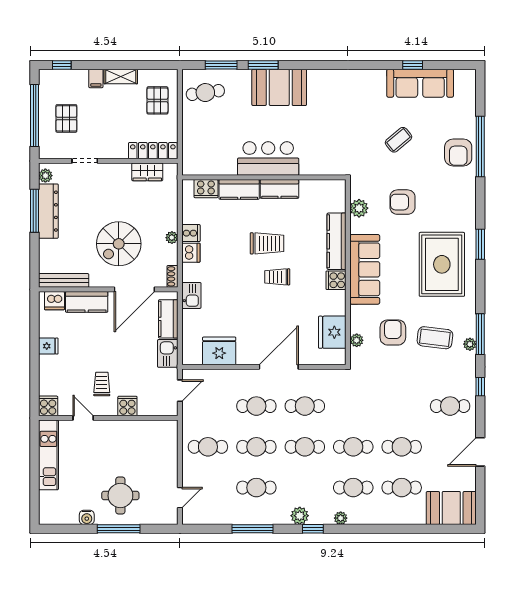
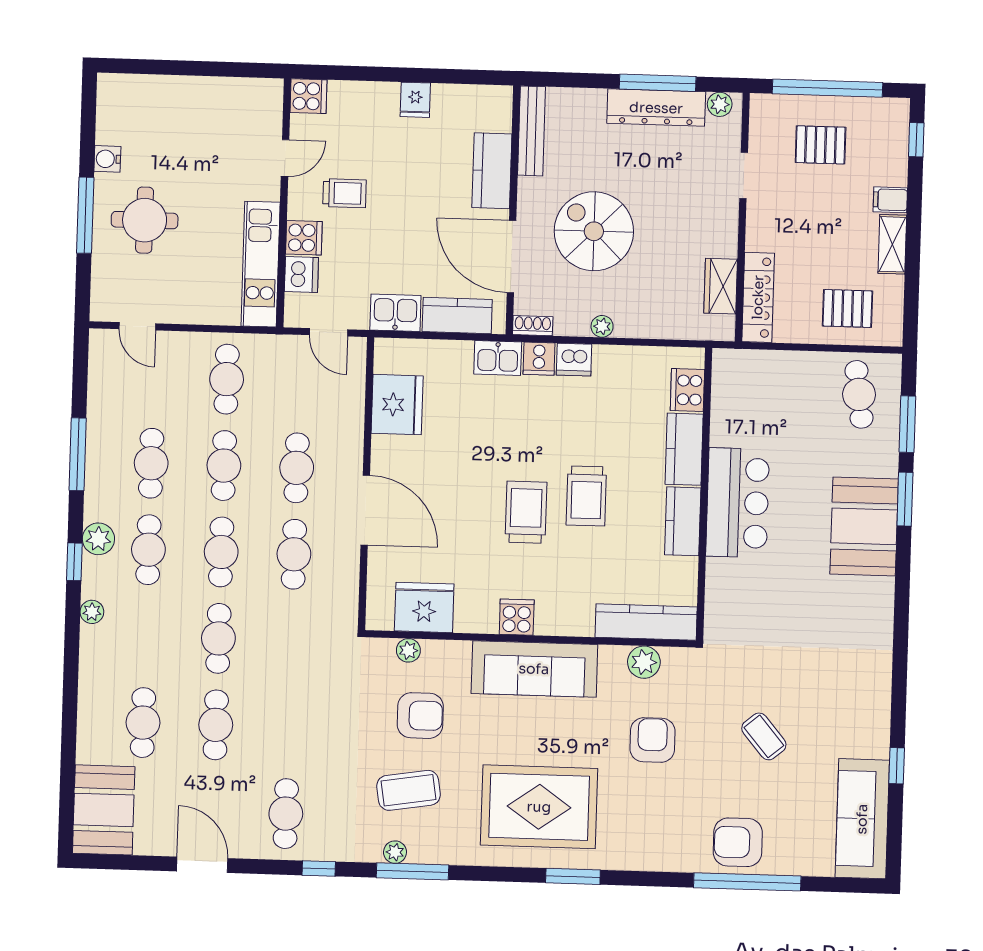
sofa: (420, 83) -> (862, 819), moved
cooker: (191, 233) -> (539, 359), moved
kitchen counter: (337, 241) -> (646, 622), moved
trolley: (277, 277) -> (526, 512), width x1.36, depth x1.39
dishwasher: (54, 301) -> (301, 275), moved, turned 180
coffee table: (435, 338) -> (409, 790), turned 74
kitchen unit: (48, 455) -> (261, 264), moved, turned 90
cafe table: (353, 488) -> (148, 550), moved

